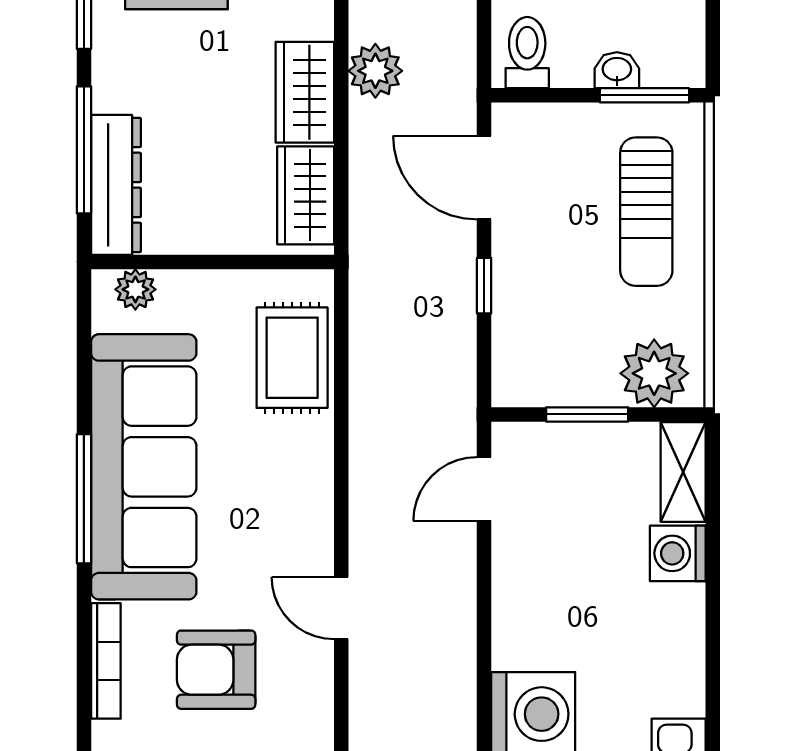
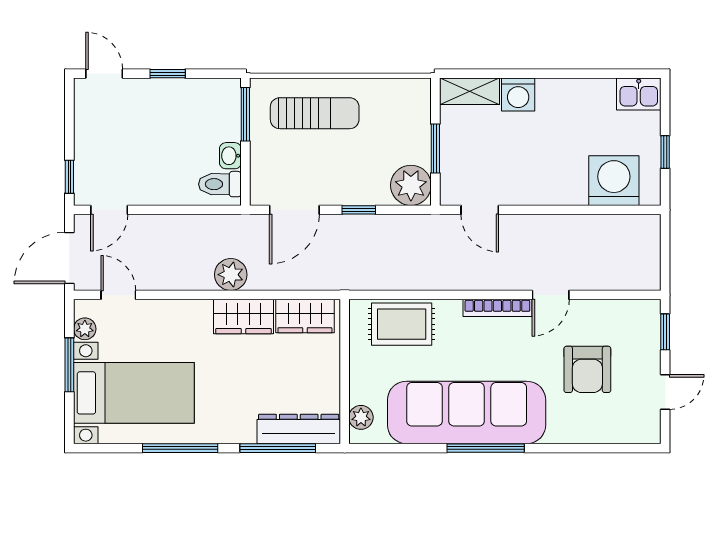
washbasin: (617, 70) -> (230, 156), moved
plant: (654, 373) -> (411, 185), moved
bookcase: (106, 661) -> (497, 308), moved, turned 180

